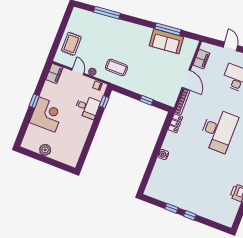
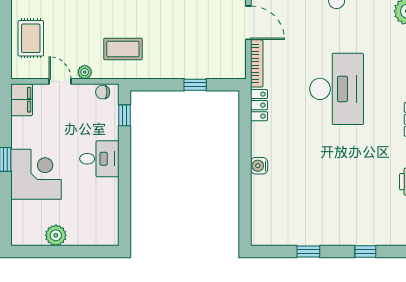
desk: (87, 107) -> (99, 159), moved
window: (190, 215) -> (365, 252), moved

